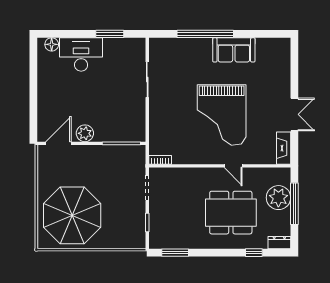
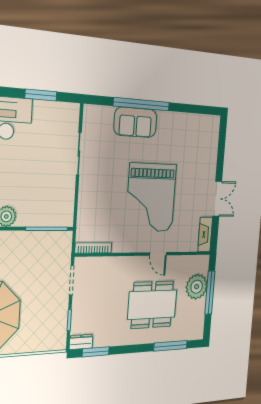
sofa: (234, 50) -> (135, 122), moved
bookcase: (160, 160) -> (93, 248), width x1.56
dresser: (279, 243) -> (81, 342), moved
window: (254, 253) -> (171, 346), width x2.17

